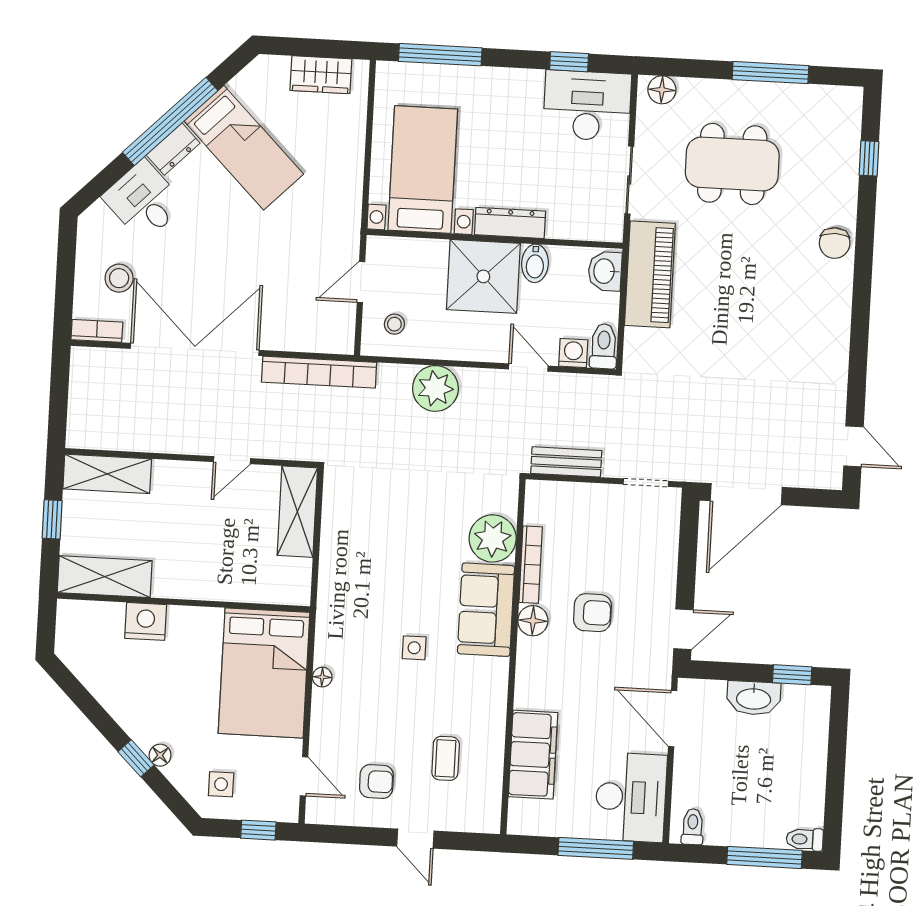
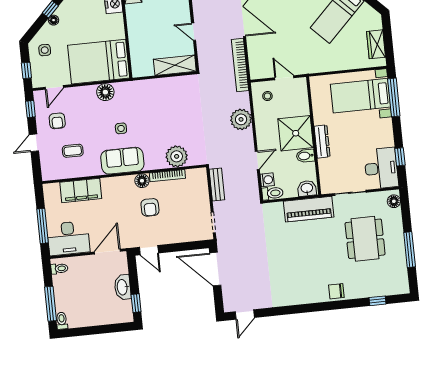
bed with nightstands: (423, 170) -> (360, 96), moved, turned 180
sofa: (486, 610) -> (122, 161), moved
floor lamp: (322, 677) -> (105, 92), width x1.89, depth x1.89
window: (342, 835) -> (30, 109), added

